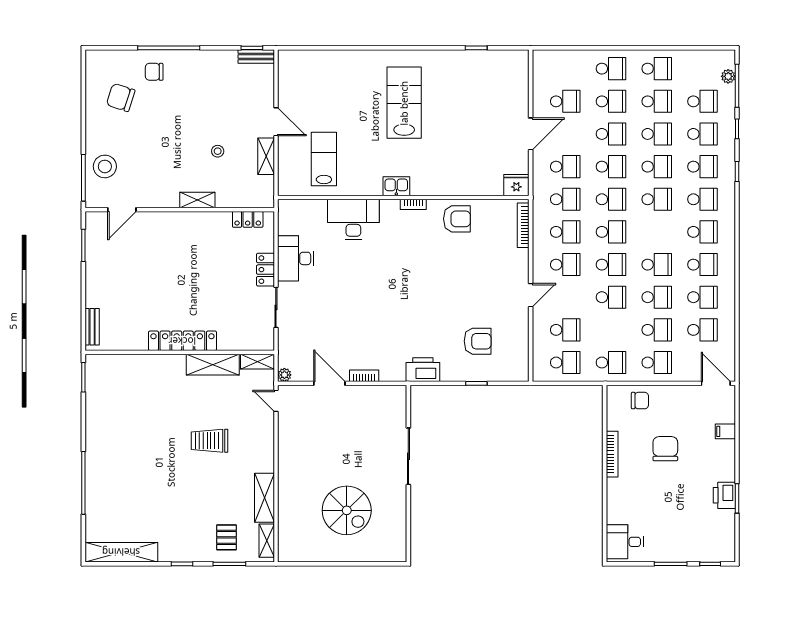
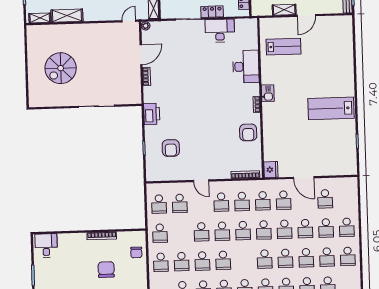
lab bench: (404, 103) -> (331, 108), moved, turned 180
chair: (665, 449) -> (106, 270), turned -90

